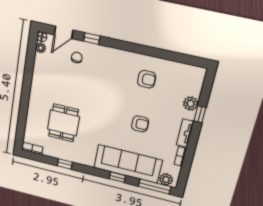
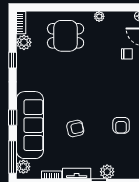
plant: (41, 48) -> (99, 16), moved
dining table: (63, 123) -> (66, 36), moved
armchair: (140, 124) -> (75, 128), turned -102
plant: (50, 150) -> (24, 42), added

